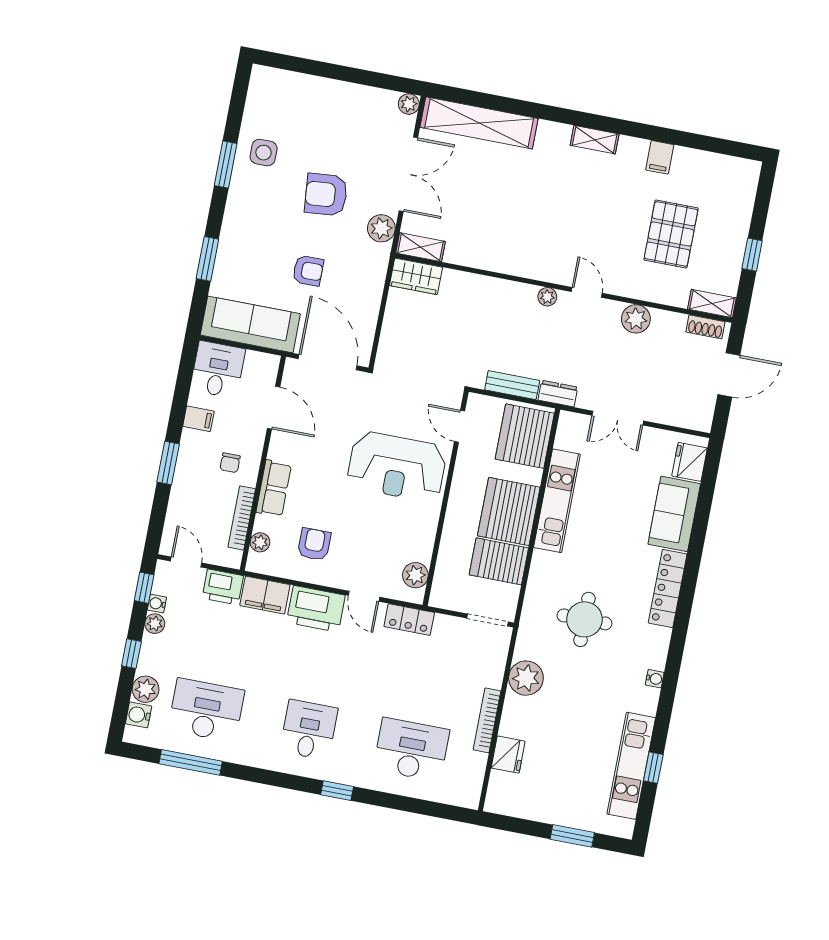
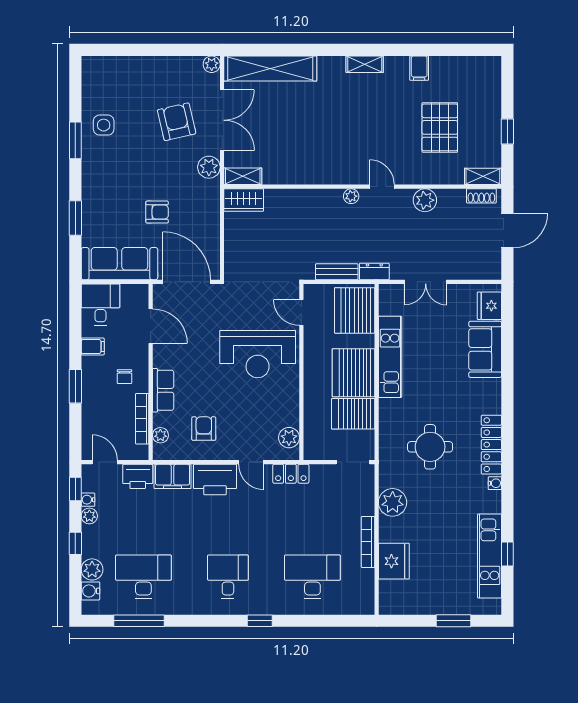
armchair: (326, 195) -> (177, 122), moved, turned 82
locker: (668, 588) -> (491, 445), moved
fridge: (508, 755) -> (394, 561), width x1.36, depth x1.34

